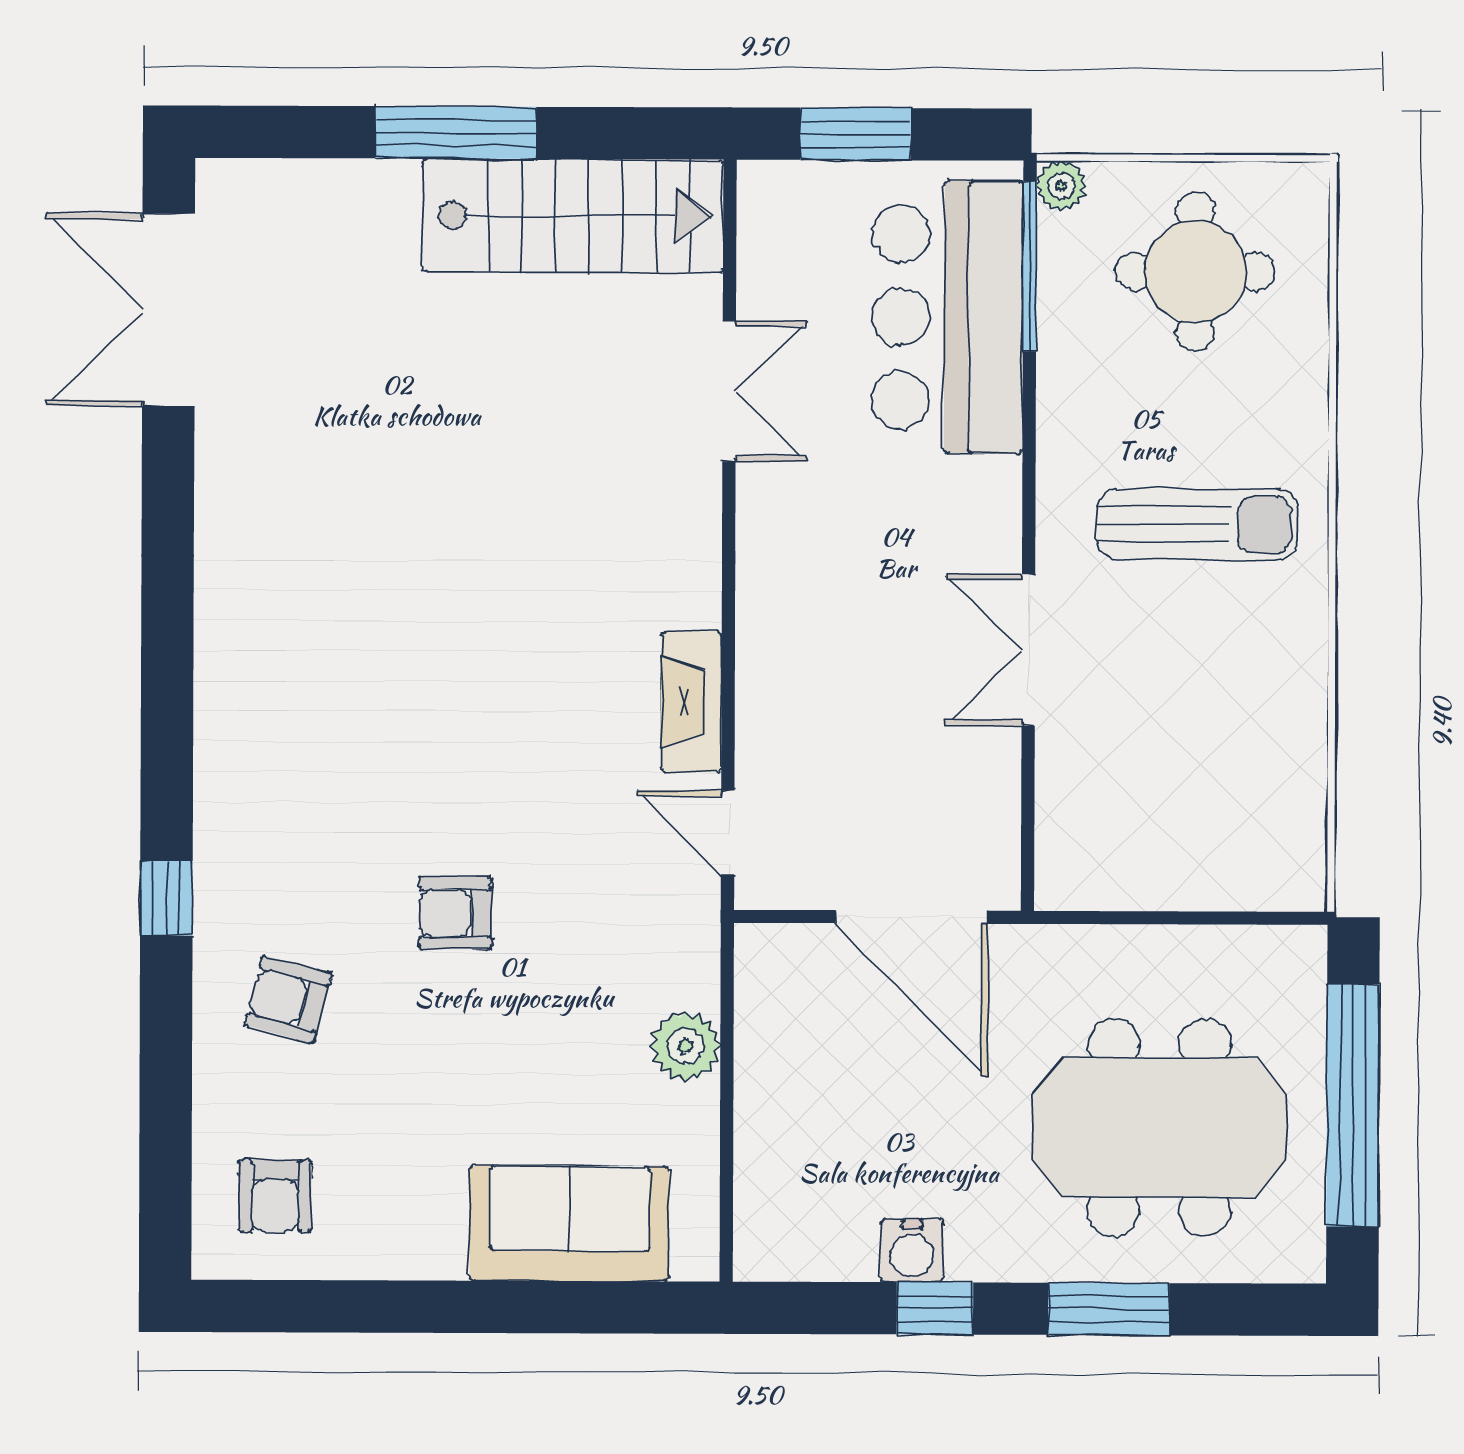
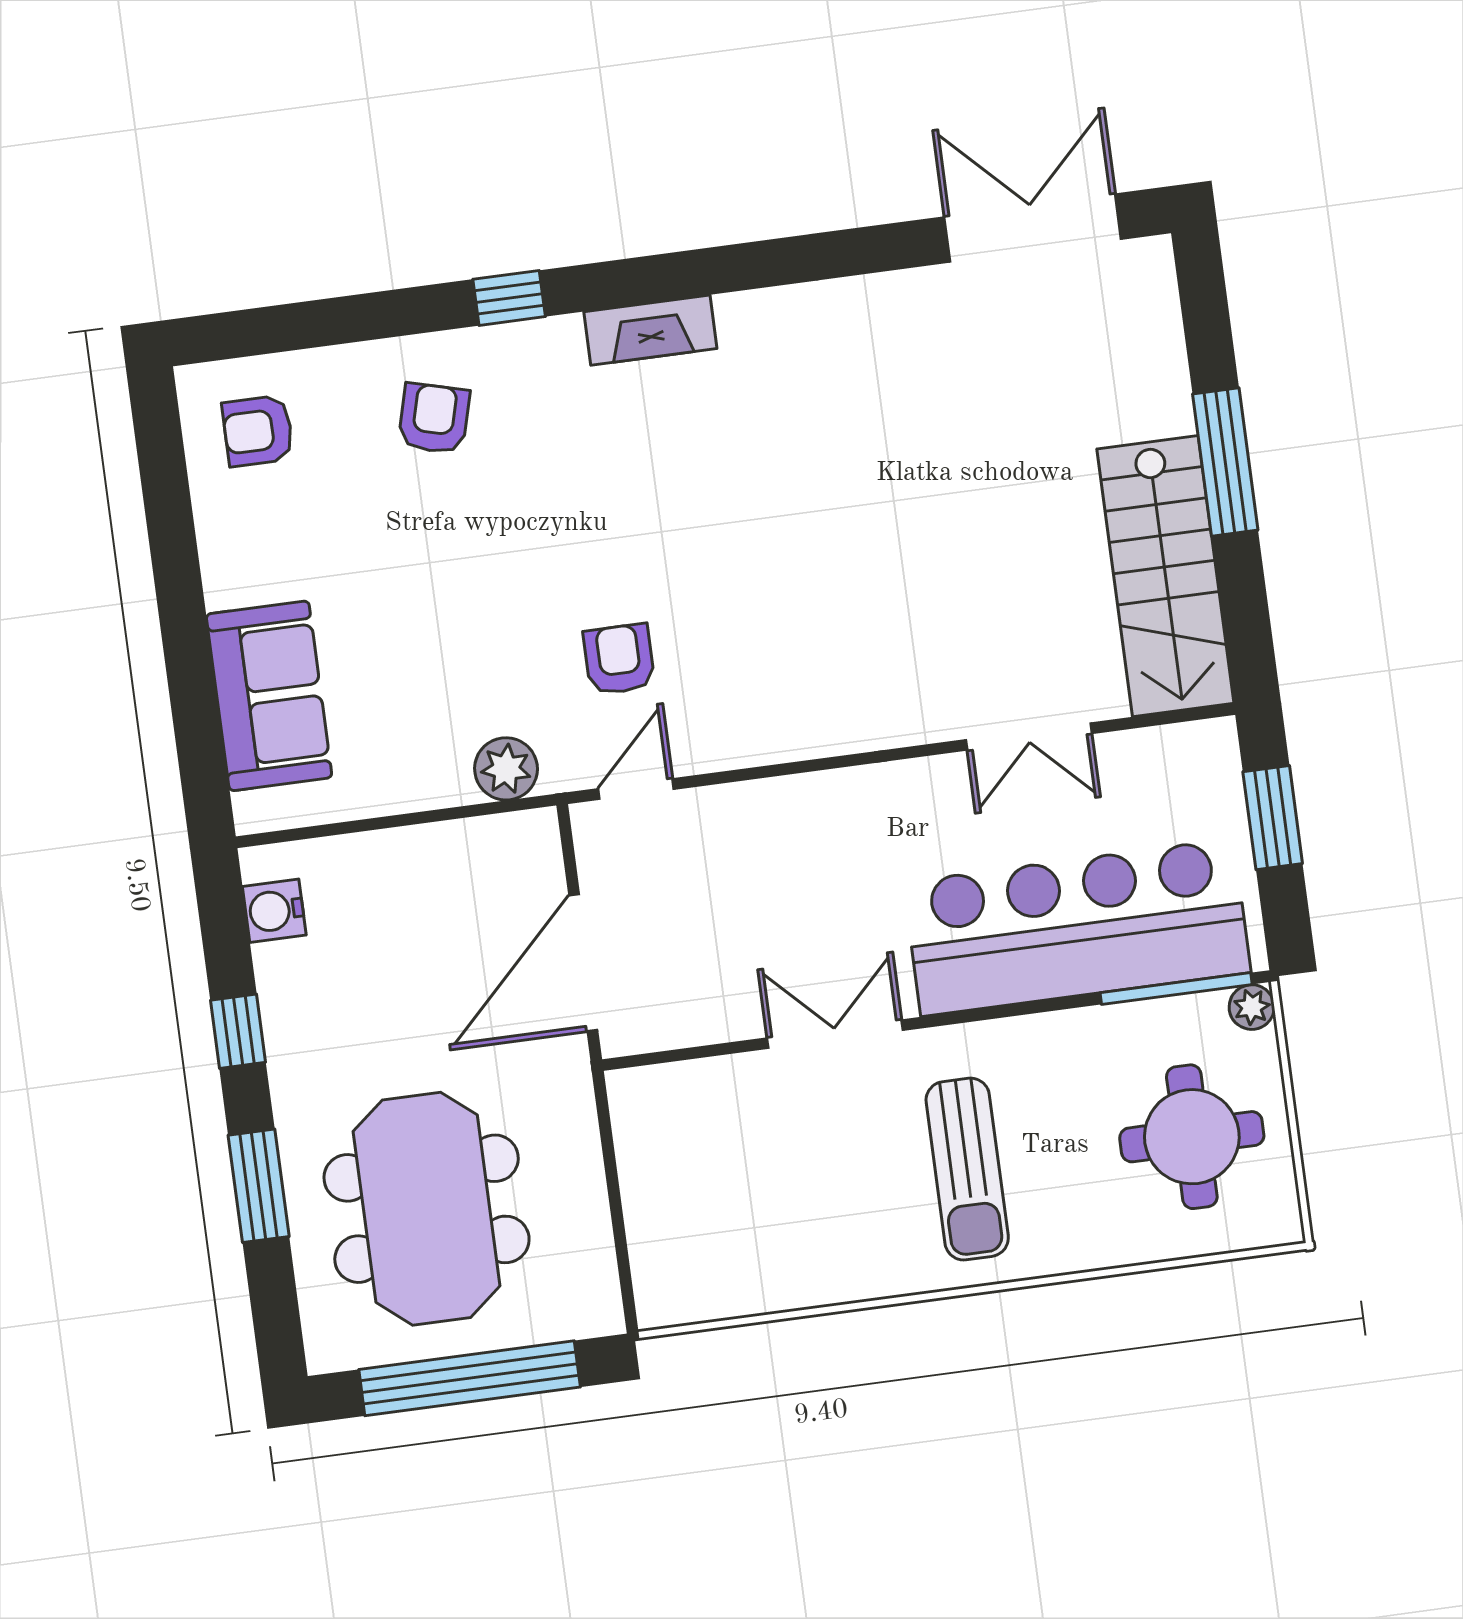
bar counter: (947, 317) -> (1077, 927), width x1.36
fireplace: (691, 702) -> (650, 330), moved, turned 180
armchair: (455, 913) -> (619, 659), moved
plant: (686, 1046) -> (506, 769), moved
water cooler: (912, 1251) -> (274, 911), moved

